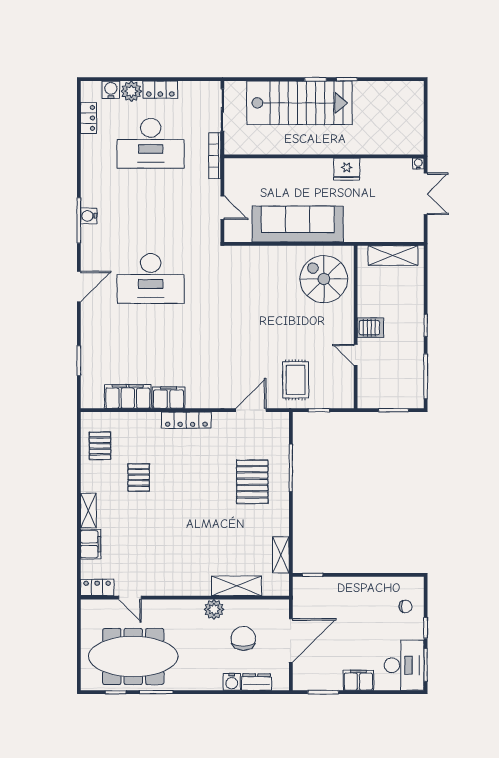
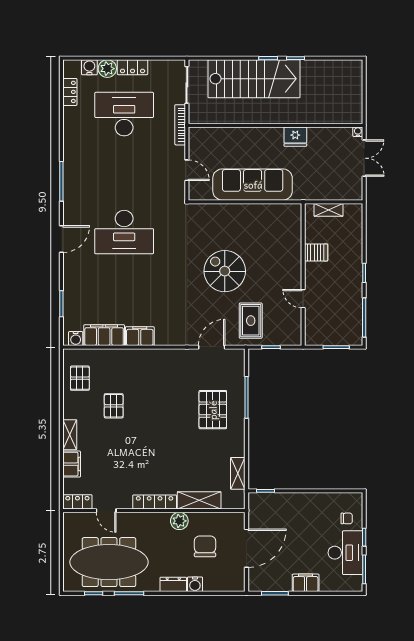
desk: (151, 143) -> (124, 114), turned 180
water cooler: (89, 216) -> (76, 338), moved, turned -90
shelving: (393, 255) -> (329, 210), width x0.67, depth x0.75
spiral stairs: (324, 279) -> (225, 271), moved
server rack: (370, 328) -> (316, 252), moved
locker: (186, 420) -> (155, 502), moved, turned 180
desk: (404, 665) -> (345, 553), moved
dresser: (257, 682) -> (173, 584), moved

